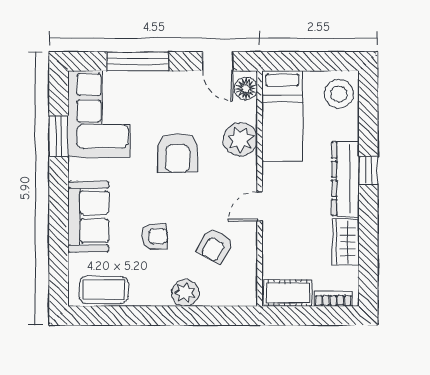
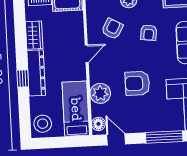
armchair: (178, 153) -> (137, 83), turned -90
armchair: (154, 236) -> (149, 33), turned -83

